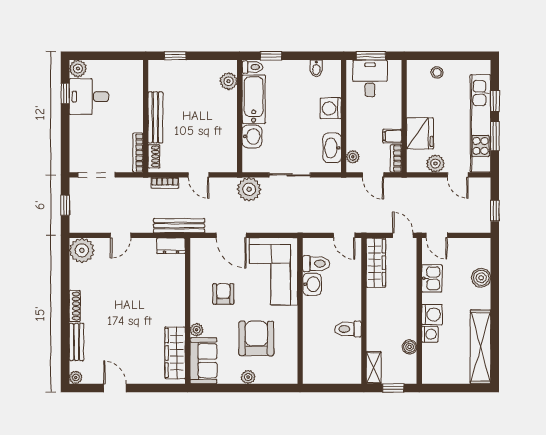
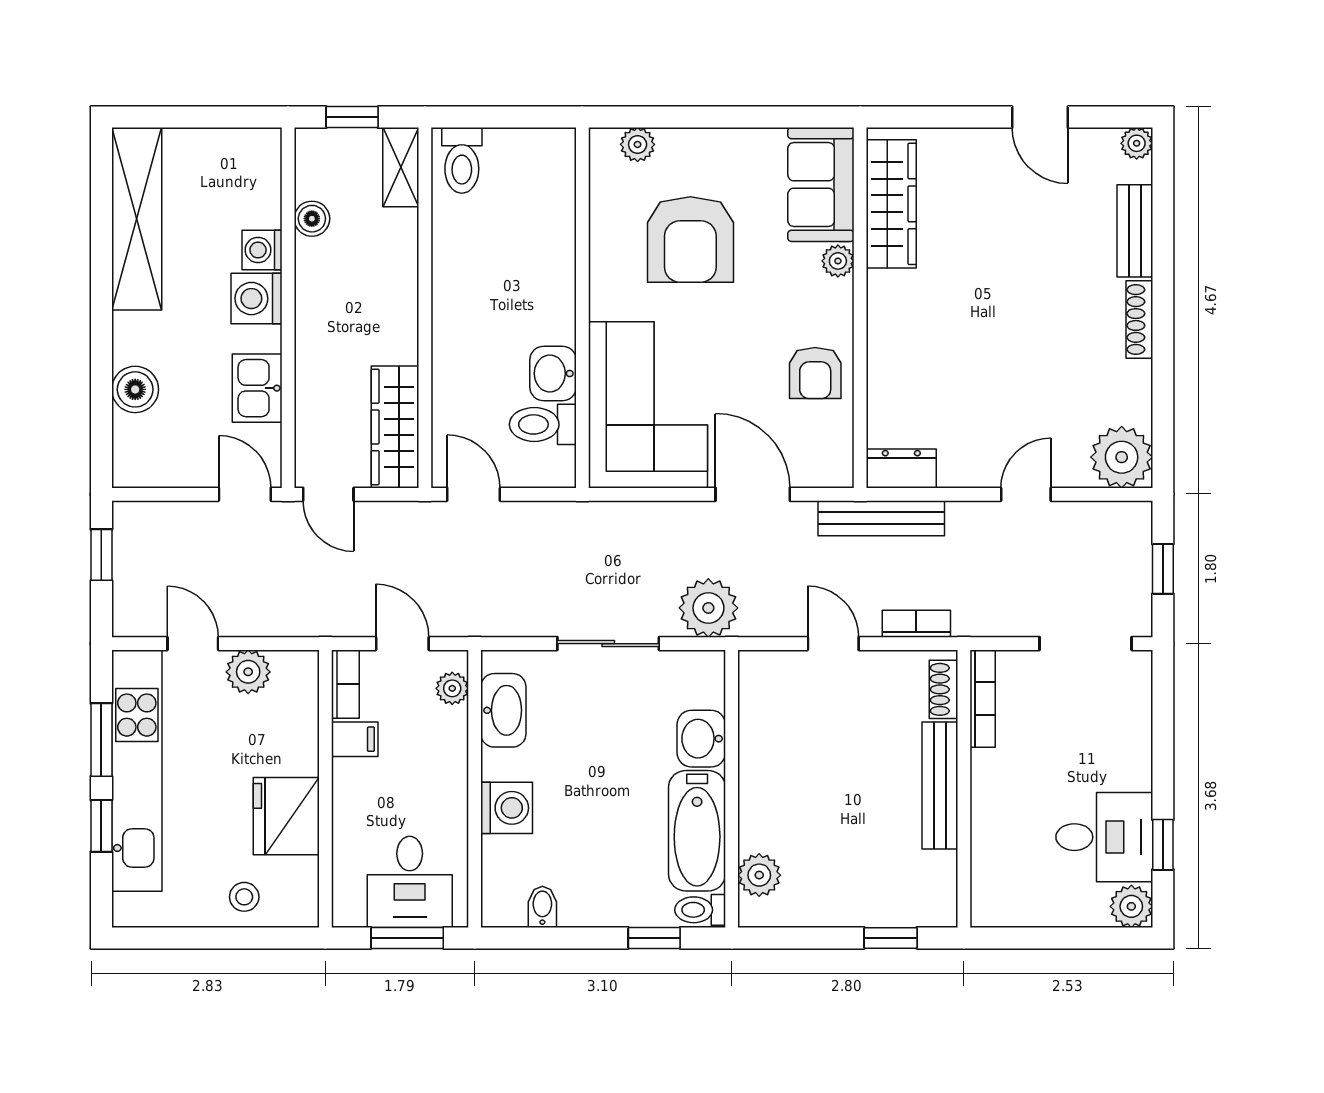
fridge: (420, 133) -> (286, 816), moved
armchair: (223, 294) -> (815, 373), moved
toilet: (348, 329) -> (462, 160), moved, turned 90
plant: (248, 377) -> (638, 144), moved

